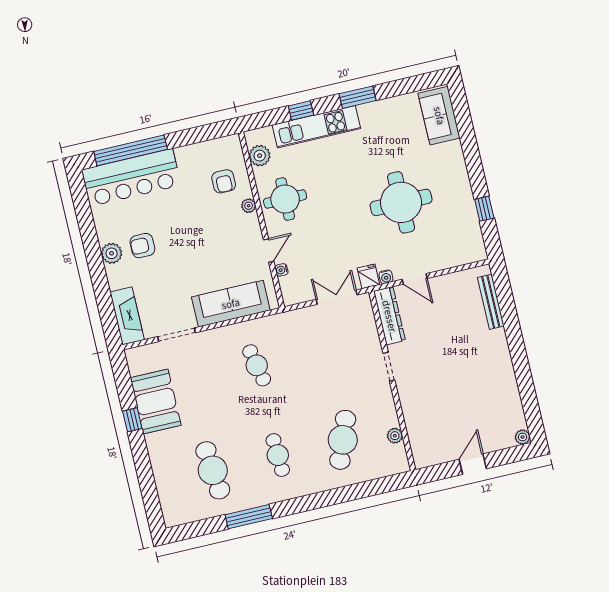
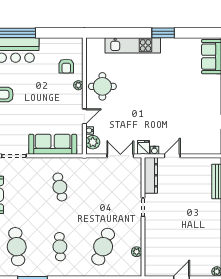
window: (301, 110) -> (125, 33), removed
plant: (260, 156) -> (93, 142), moved
round table: (401, 202) -> (175, 106), removed
door: (415, 279) -> (172, 156), swing flipped

